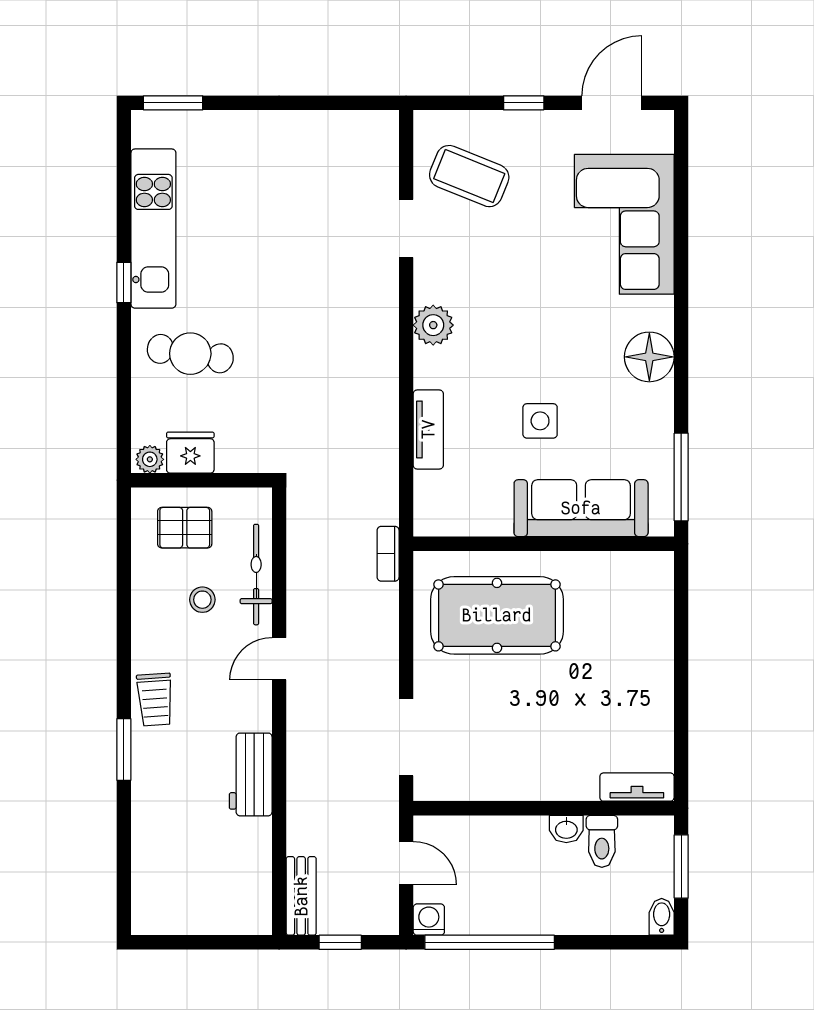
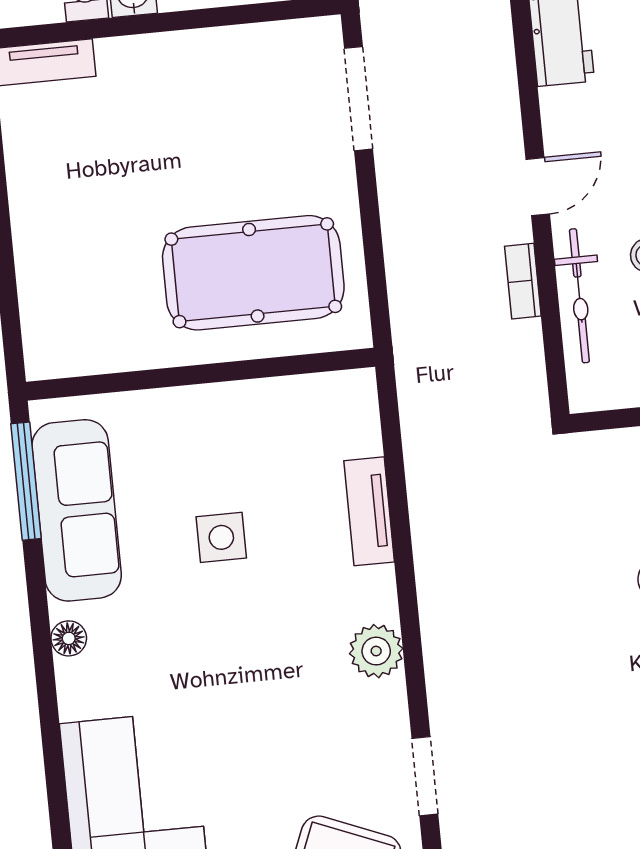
floor lamp: (649, 357) -> (69, 638), width x0.53, depth x0.53
sofa: (581, 508) -> (77, 510), moved, turned -90
bookcase: (388, 554) -> (523, 281), moved, turned 180

